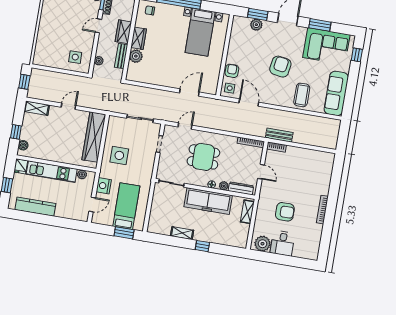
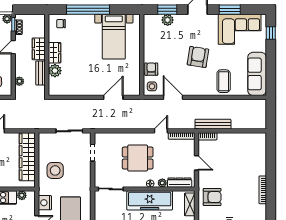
door: (185, 126) -> (161, 131), moved
bench: (279, 135) -> (213, 124), width x1.36
armchair: (285, 212) -> (212, 197), moved

